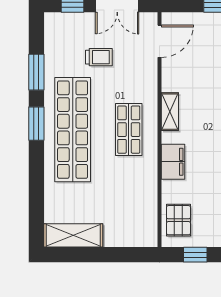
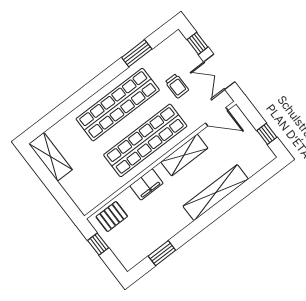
shelving: (170, 112) -> (184, 155), width x1.50, depth x1.33
window: (36, 124) -> (104, 79), removed
shop shelf: (129, 130) -> (145, 140), width x2.00, depth x1.36

